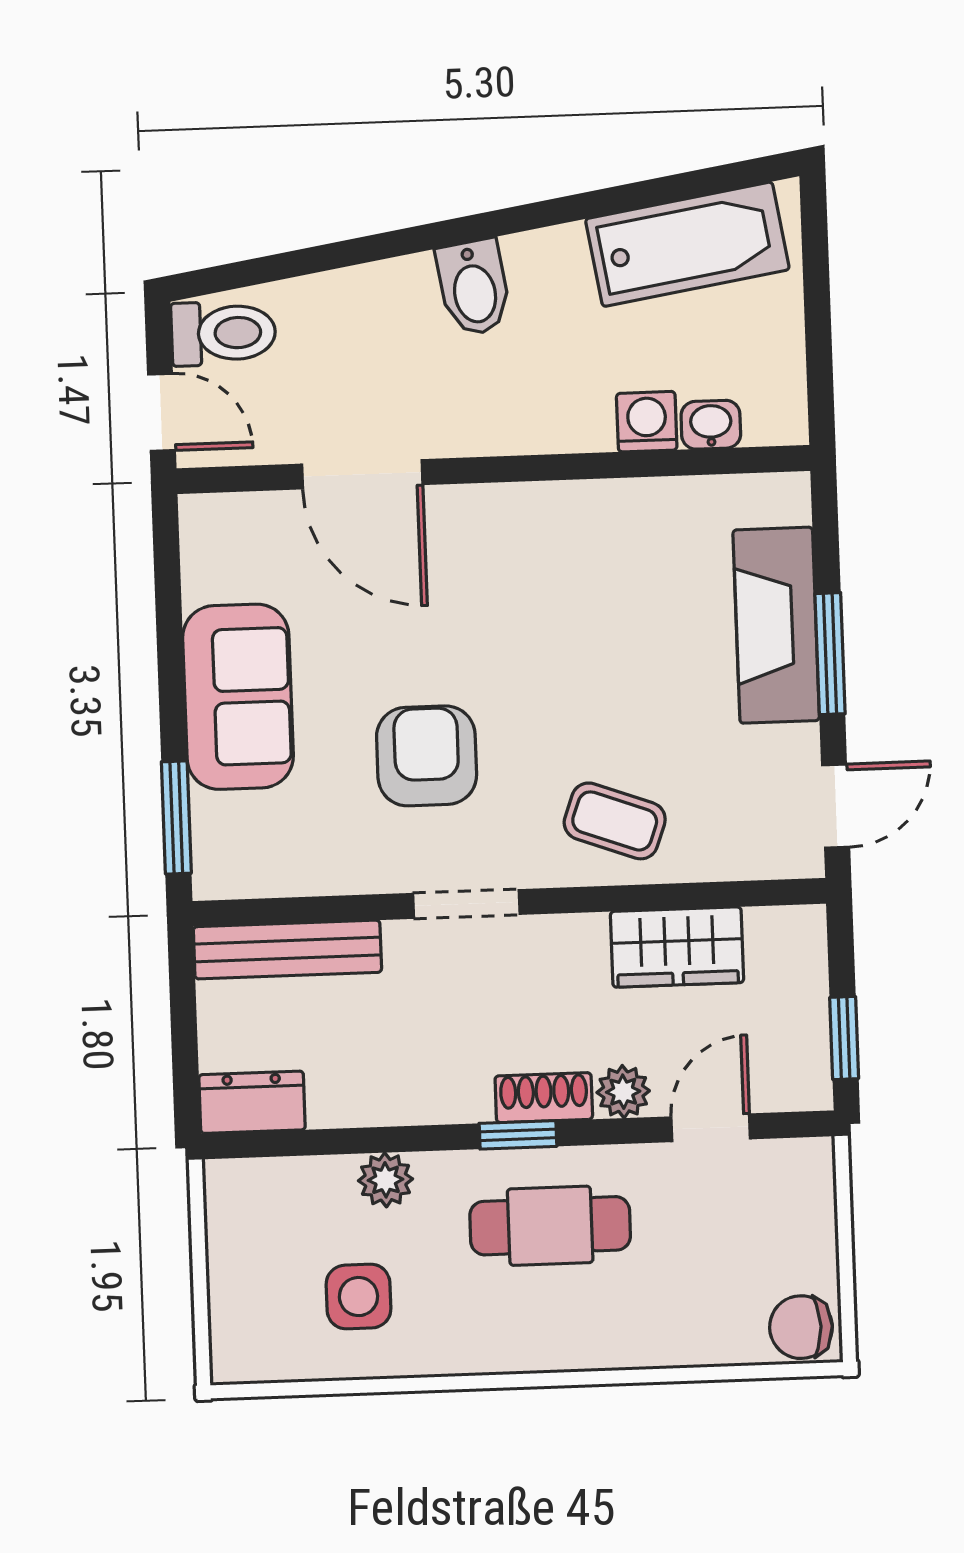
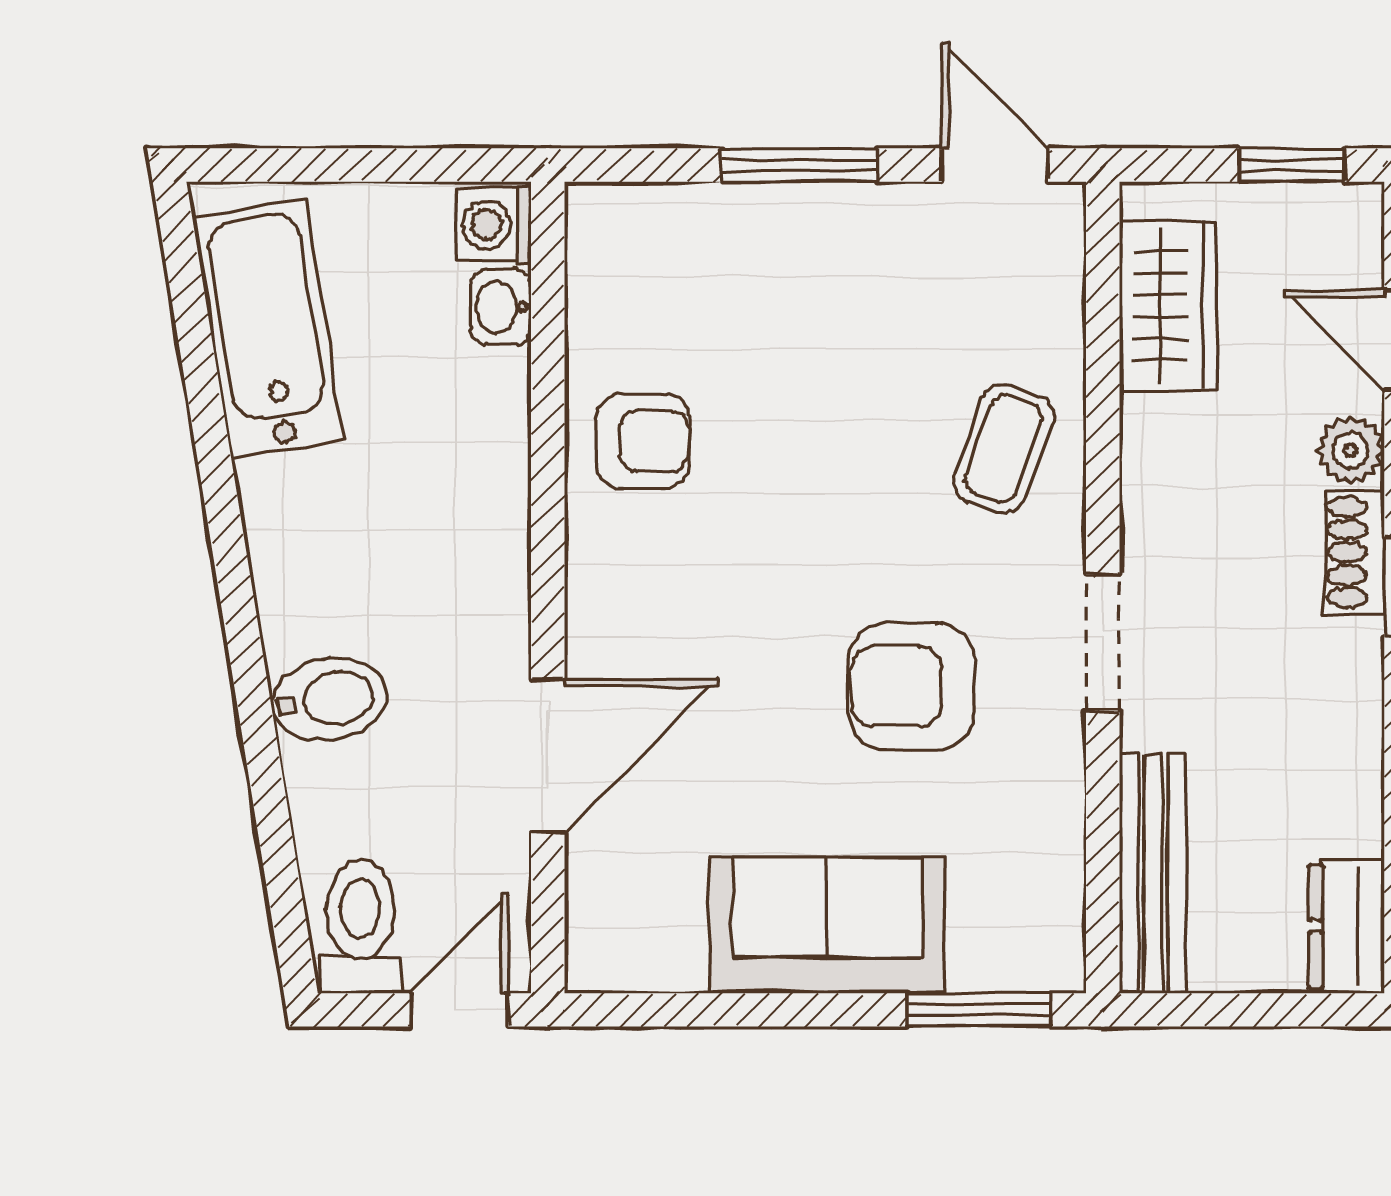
bidet: (474, 288) -> (329, 699), moved
washing machine: (647, 422) -> (494, 225), moved
armchair: (610, 539) -> (643, 441), added
fireplace: (776, 625) -> (760, 233), removed
wardrobe: (677, 947) -> (1168, 306), moved

